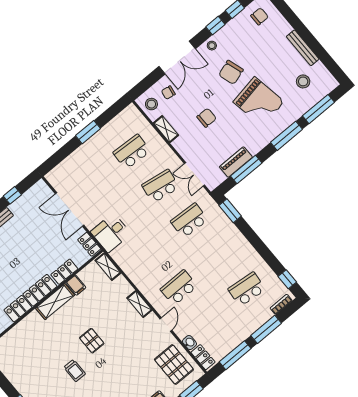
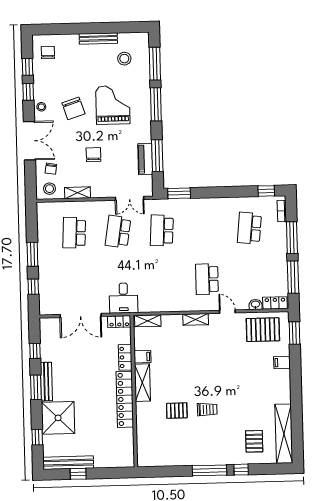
grand piano: (259, 102) -> (113, 105), turned -80
window: (63, 153) -> (33, 287), added
pallet: (92, 341) -> (177, 411), moved

